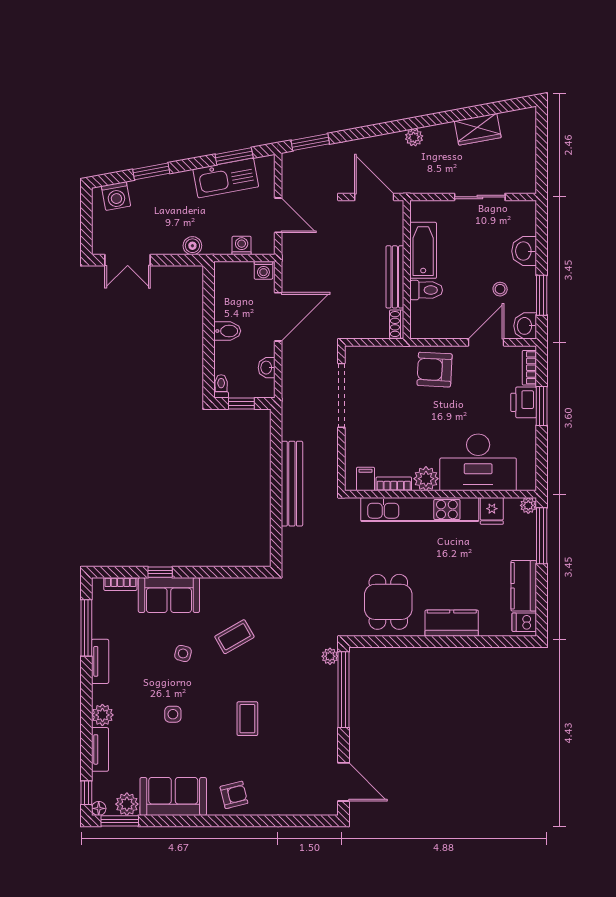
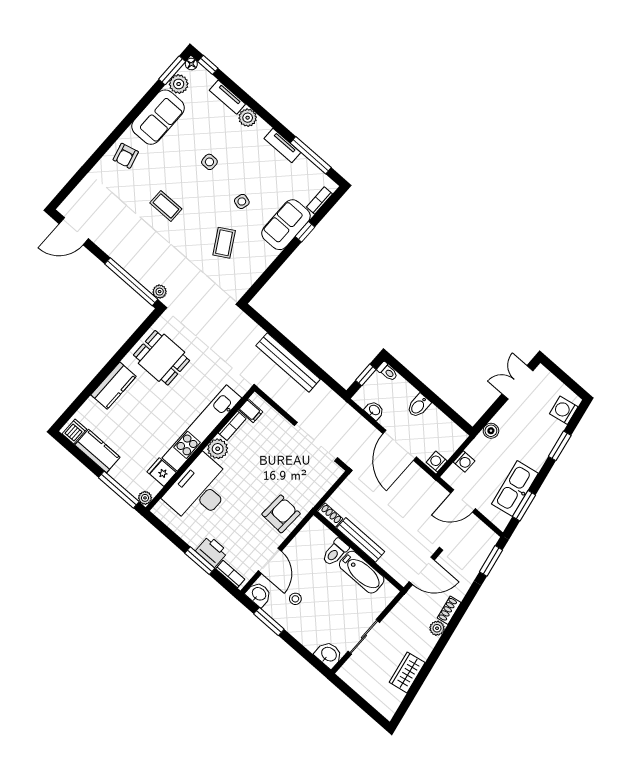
shoe rack: (388, 141) -> (449, 610), added
washbasin: (524, 251) -> (329, 655), moved

